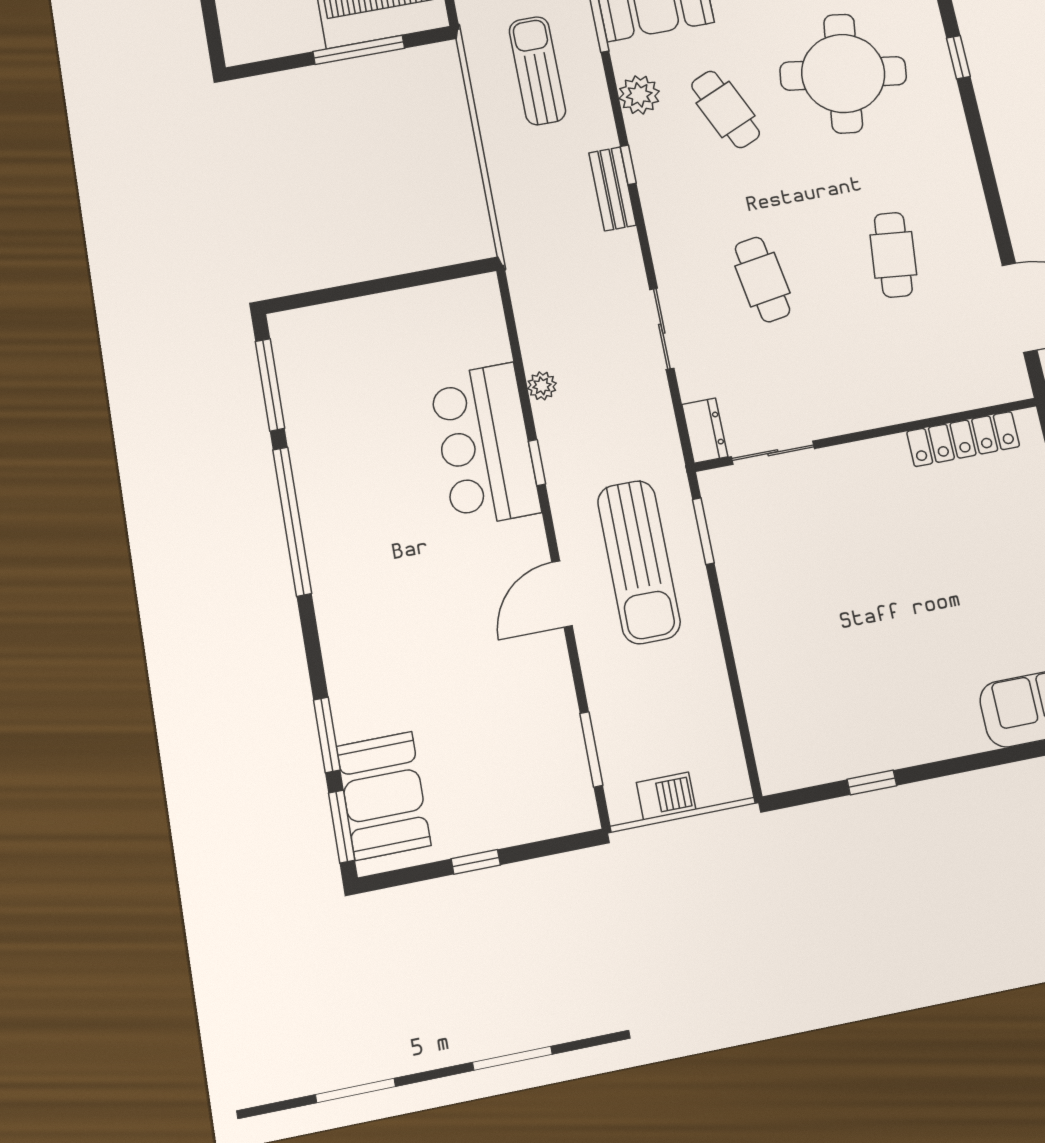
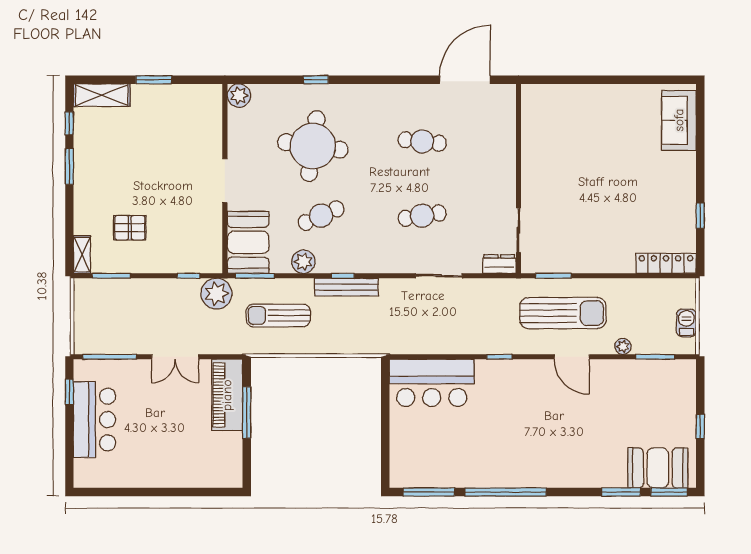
bench: (612, 189) -> (346, 287), width x1.36
plant: (542, 386) -> (623, 346), moved
locker: (963, 439) -> (666, 263), moved, turned -90
bar counter: (485, 445) -> (432, 383), moved

